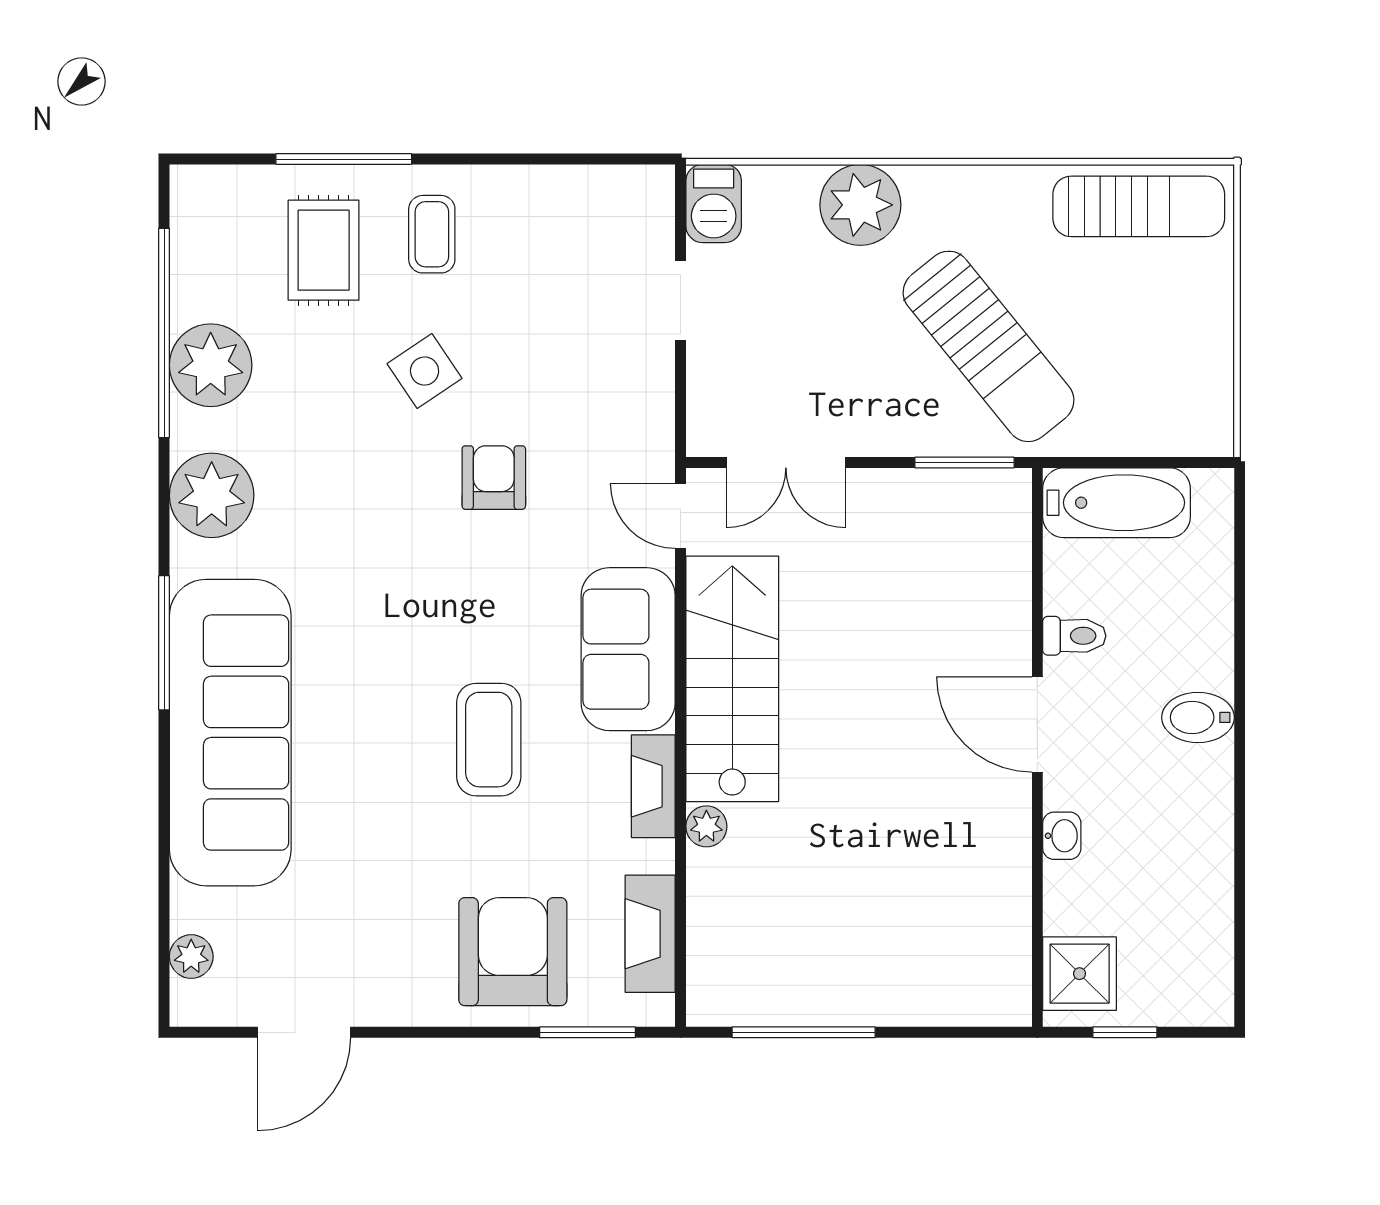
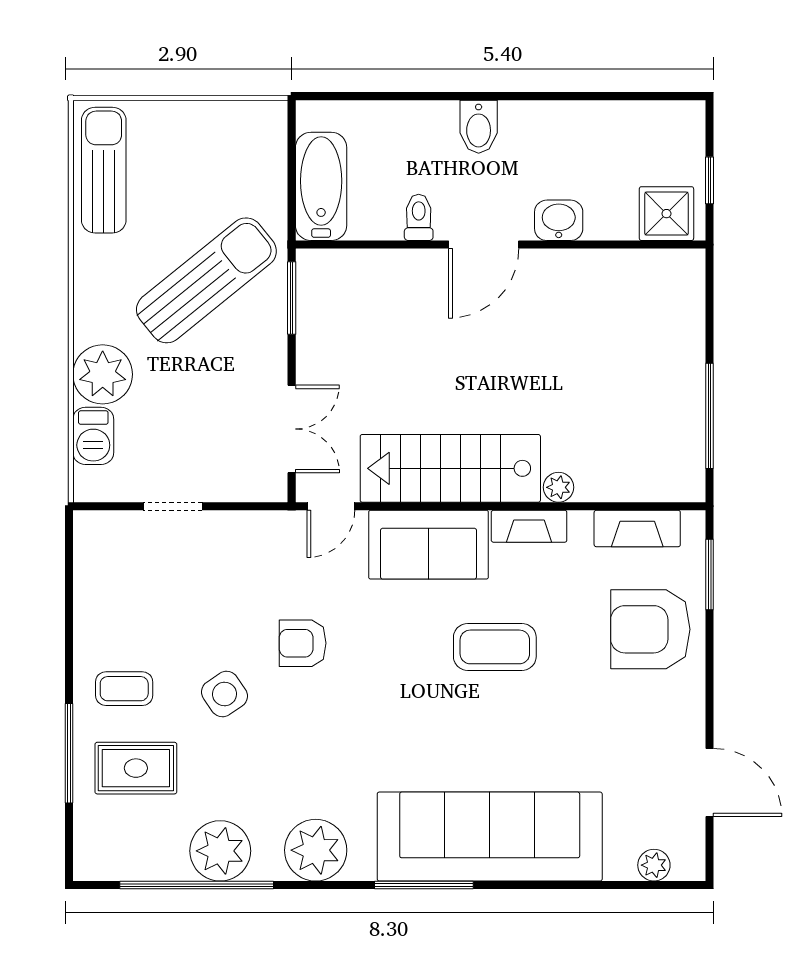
barbecue: (714, 203) -> (93, 436), moved, turned 90
washbasin: (1062, 836) -> (559, 220), width x1.38, depth x1.45

